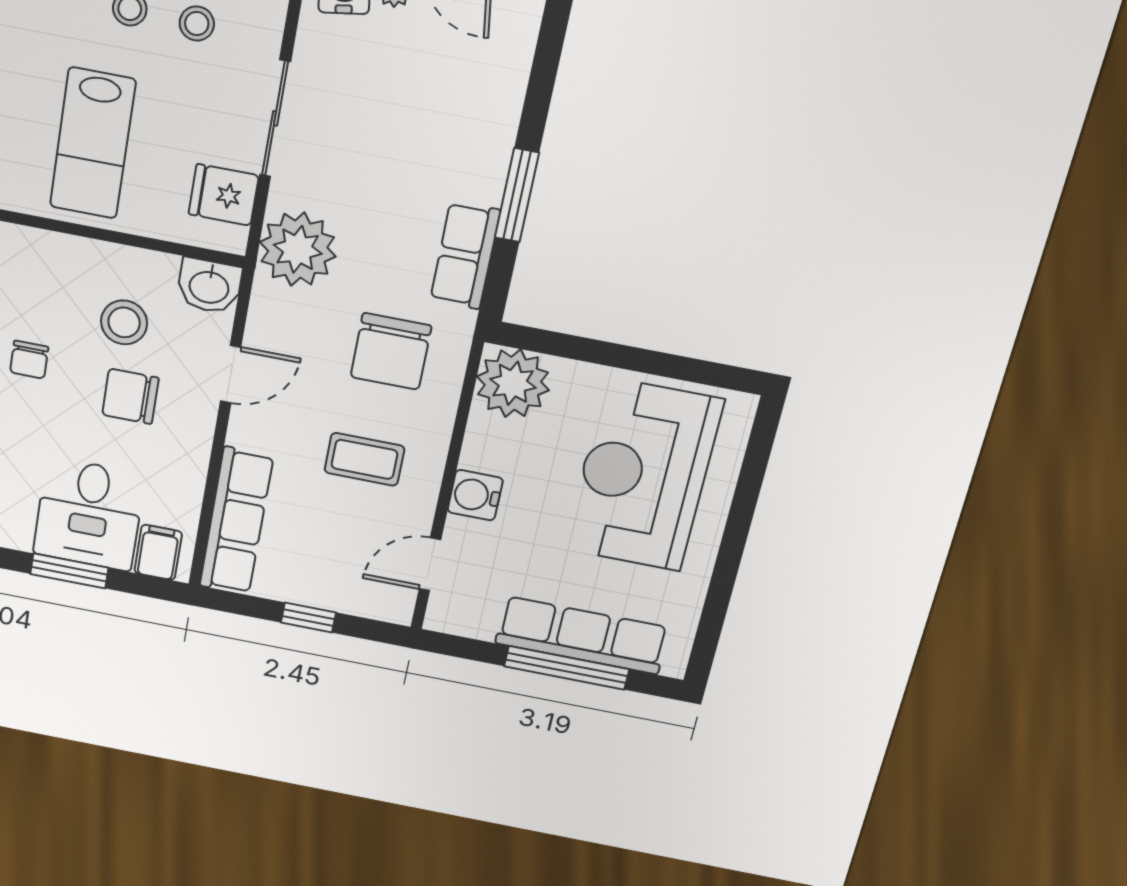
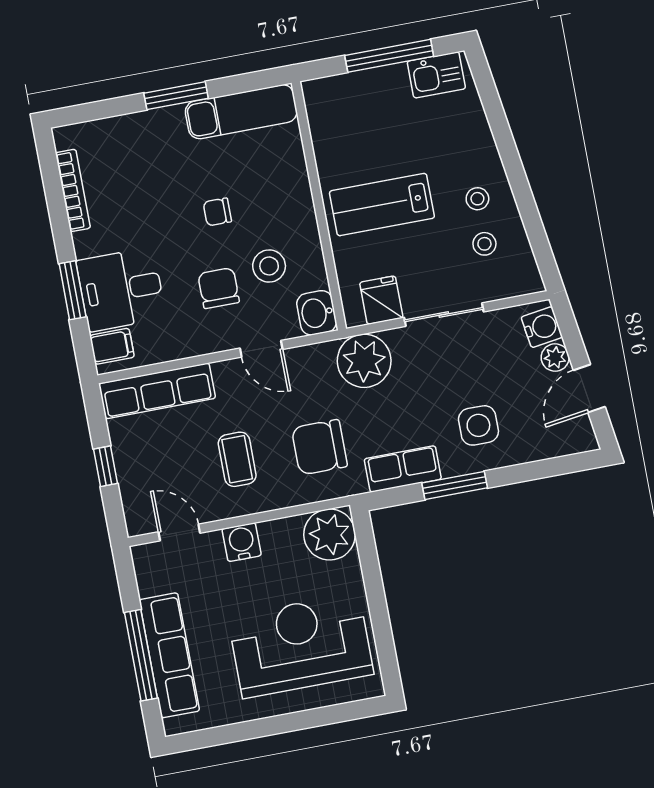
side table: (447, 131) -> (478, 425), added

